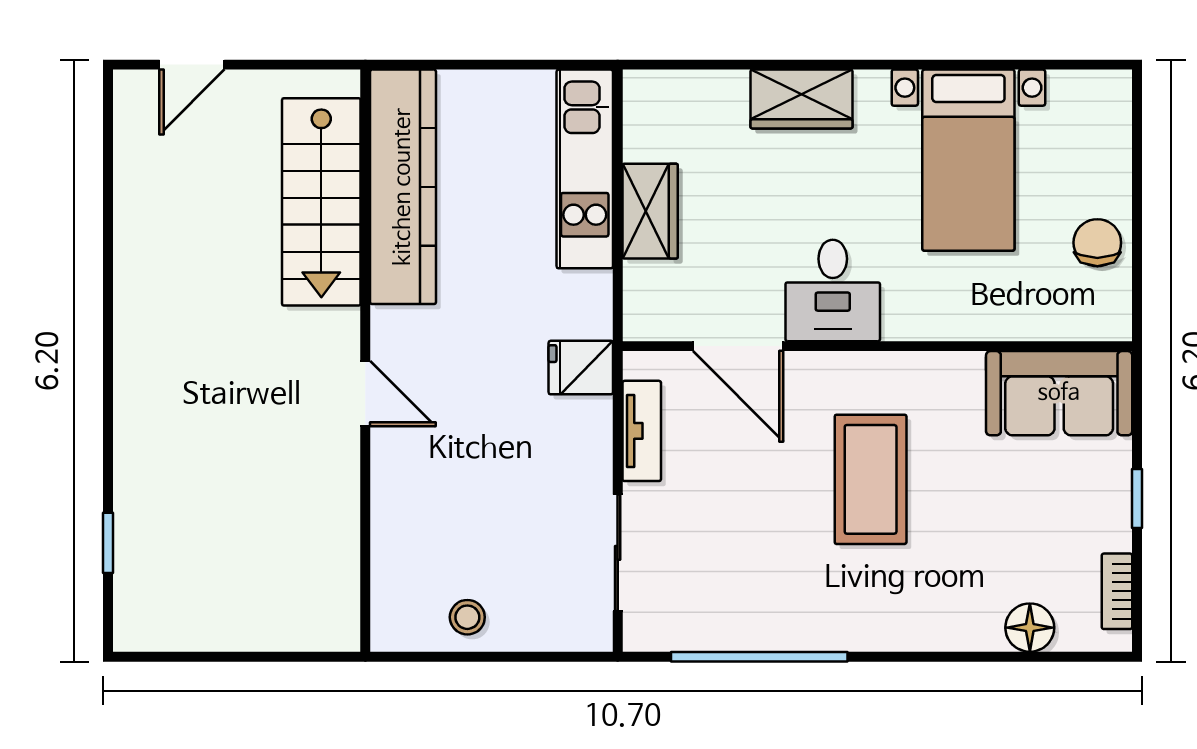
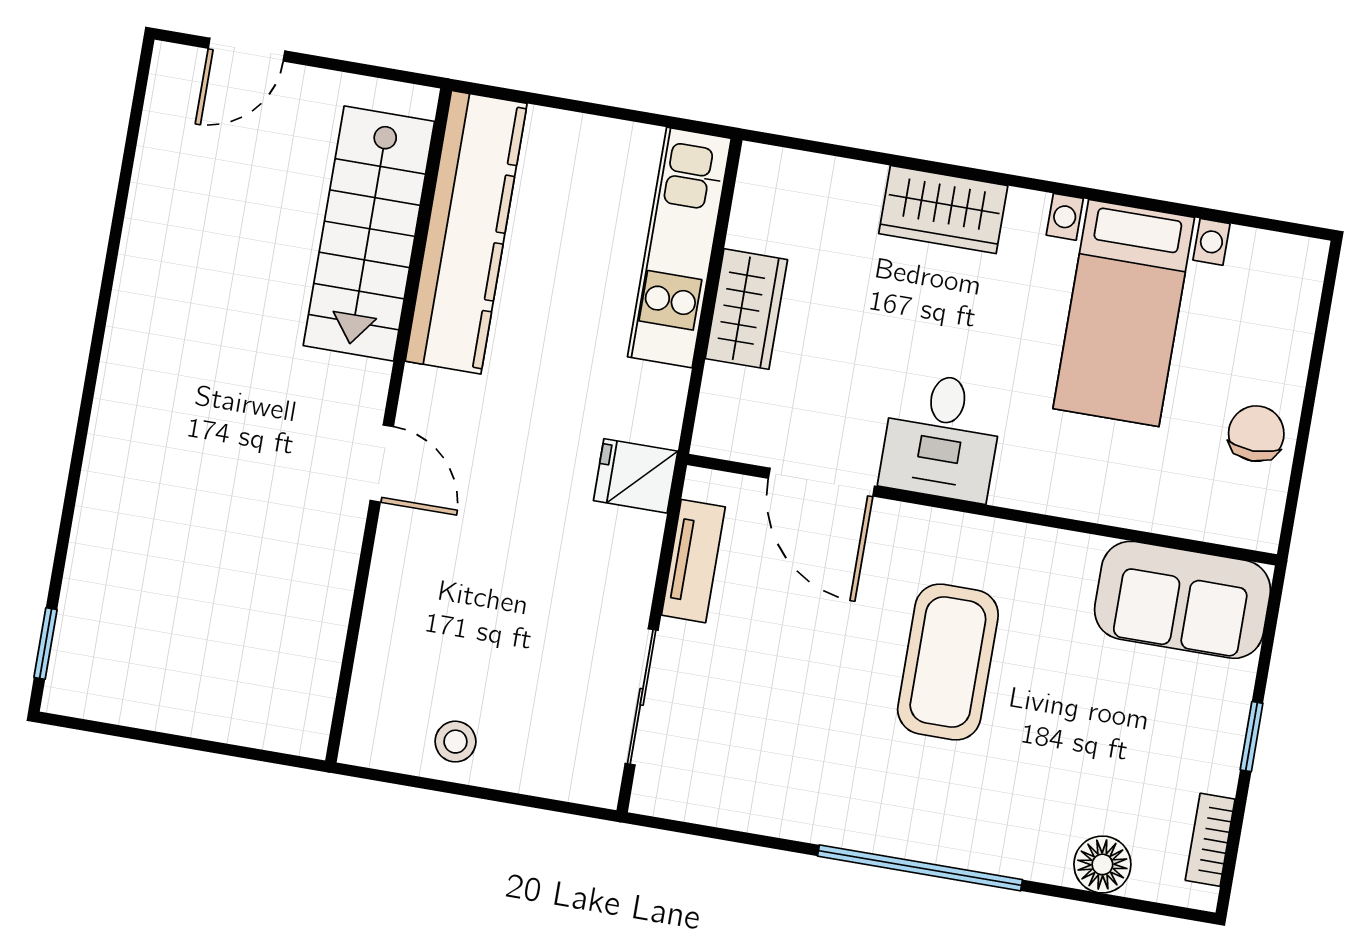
window: (108, 543) -> (46, 643), moved
window: (759, 657) -> (920, 868), moved

